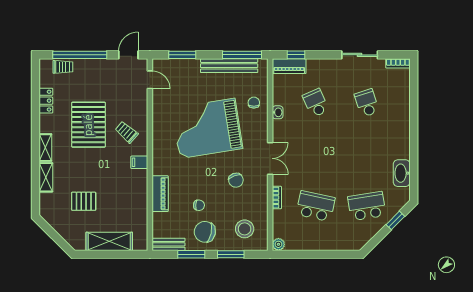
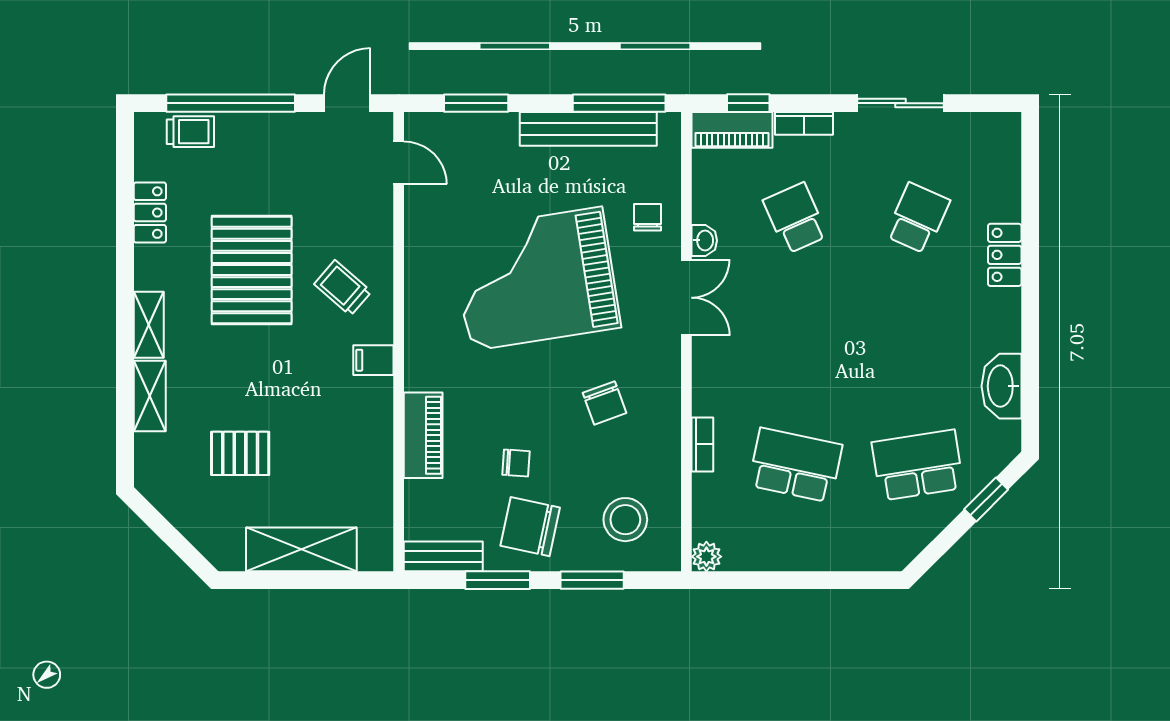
bookcase: (398, 63) -> (804, 123), moved
school desk: (367, 103) -> (918, 218), turned 42
locker: (403, 118) -> (1005, 255), added
double door: (270, 158) -> (686, 298), moved

